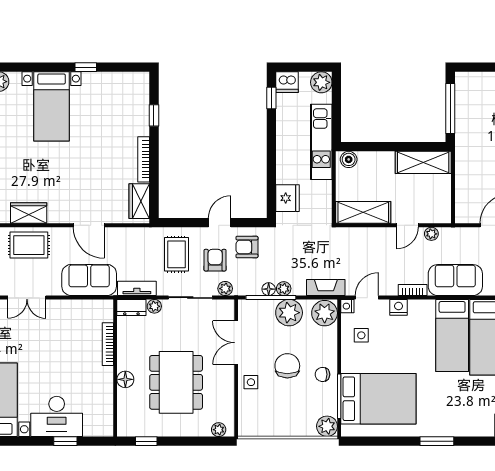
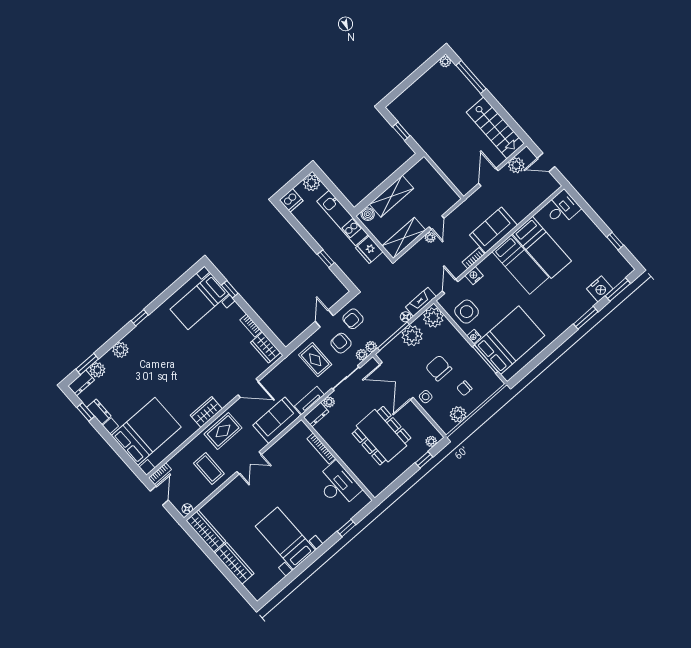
window: (86, 67) -> (140, 318), moved
window: (271, 98) -> (326, 259), moved
bed with nightstands: (52, 106) -> (199, 302), moved, turned 90
window: (450, 109) -> (401, 131), width x0.46
bookcase: (144, 159) -> (251, 325), width x0.64
shelving: (423, 162) -> (391, 196), moved
fridge: (288, 198) -> (369, 250), moved, turned 180
plant: (431, 234) -> (430, 237), moved
floor lamp: (269, 289) -> (406, 317), moved
plant: (284, 289) -> (371, 347), moved
nightstand: (347, 306) -> (474, 337), moved
side table: (361, 335) -> (467, 312), width x1.87, depth x1.87
double door: (236, 343) -> (396, 381), width x1.37
chair: (322, 374) -> (464, 388), moved
floor lamp: (125, 379) -> (350, 460), removed
desk: (57, 416) -> (338, 485), moved, turned -90
plant: (327, 426) -> (458, 414), moved
window: (146, 441) -> (424, 460), moved
window: (437, 441) -> (586, 318), moved

